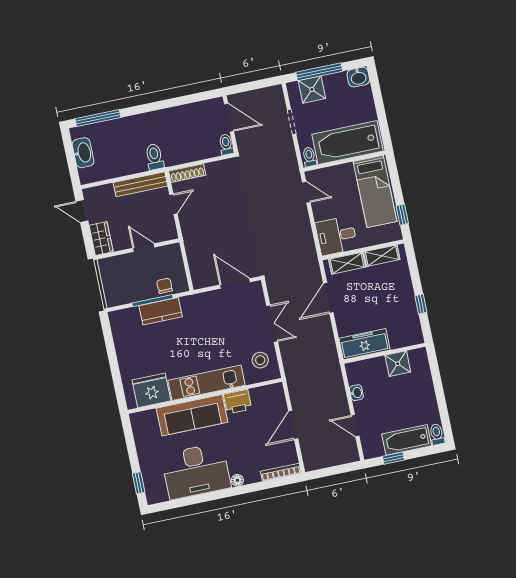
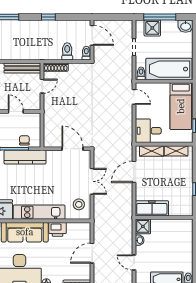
window: (162, 105) -> (48, 17), added
toilet: (154, 157) -> (67, 51), moved
kitchen counter: (161, 311) -> (25, 157), width x1.50
shower: (398, 364) -> (143, 226), moved

